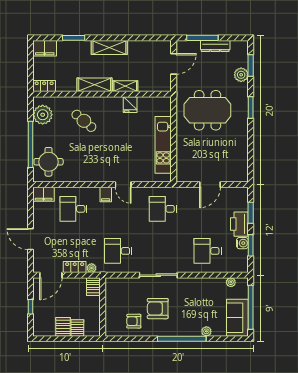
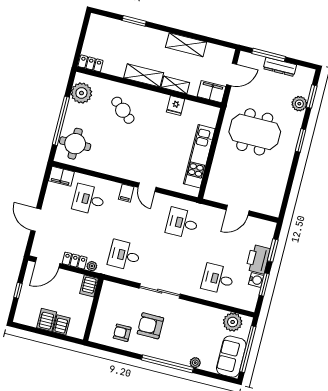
shelving: (109, 47) -> (186, 45), moved
filing cabinet: (45, 48) -> (211, 92), moved, turned 180
plant: (231, 282) -> (233, 322), width x1.87, depth x1.87

